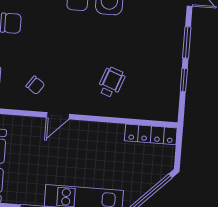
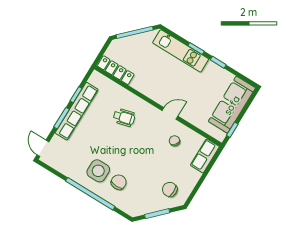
row of seats: (173, 60) -> (77, 111), added
wheelchair: (111, 82) -> (124, 117), turned -125

